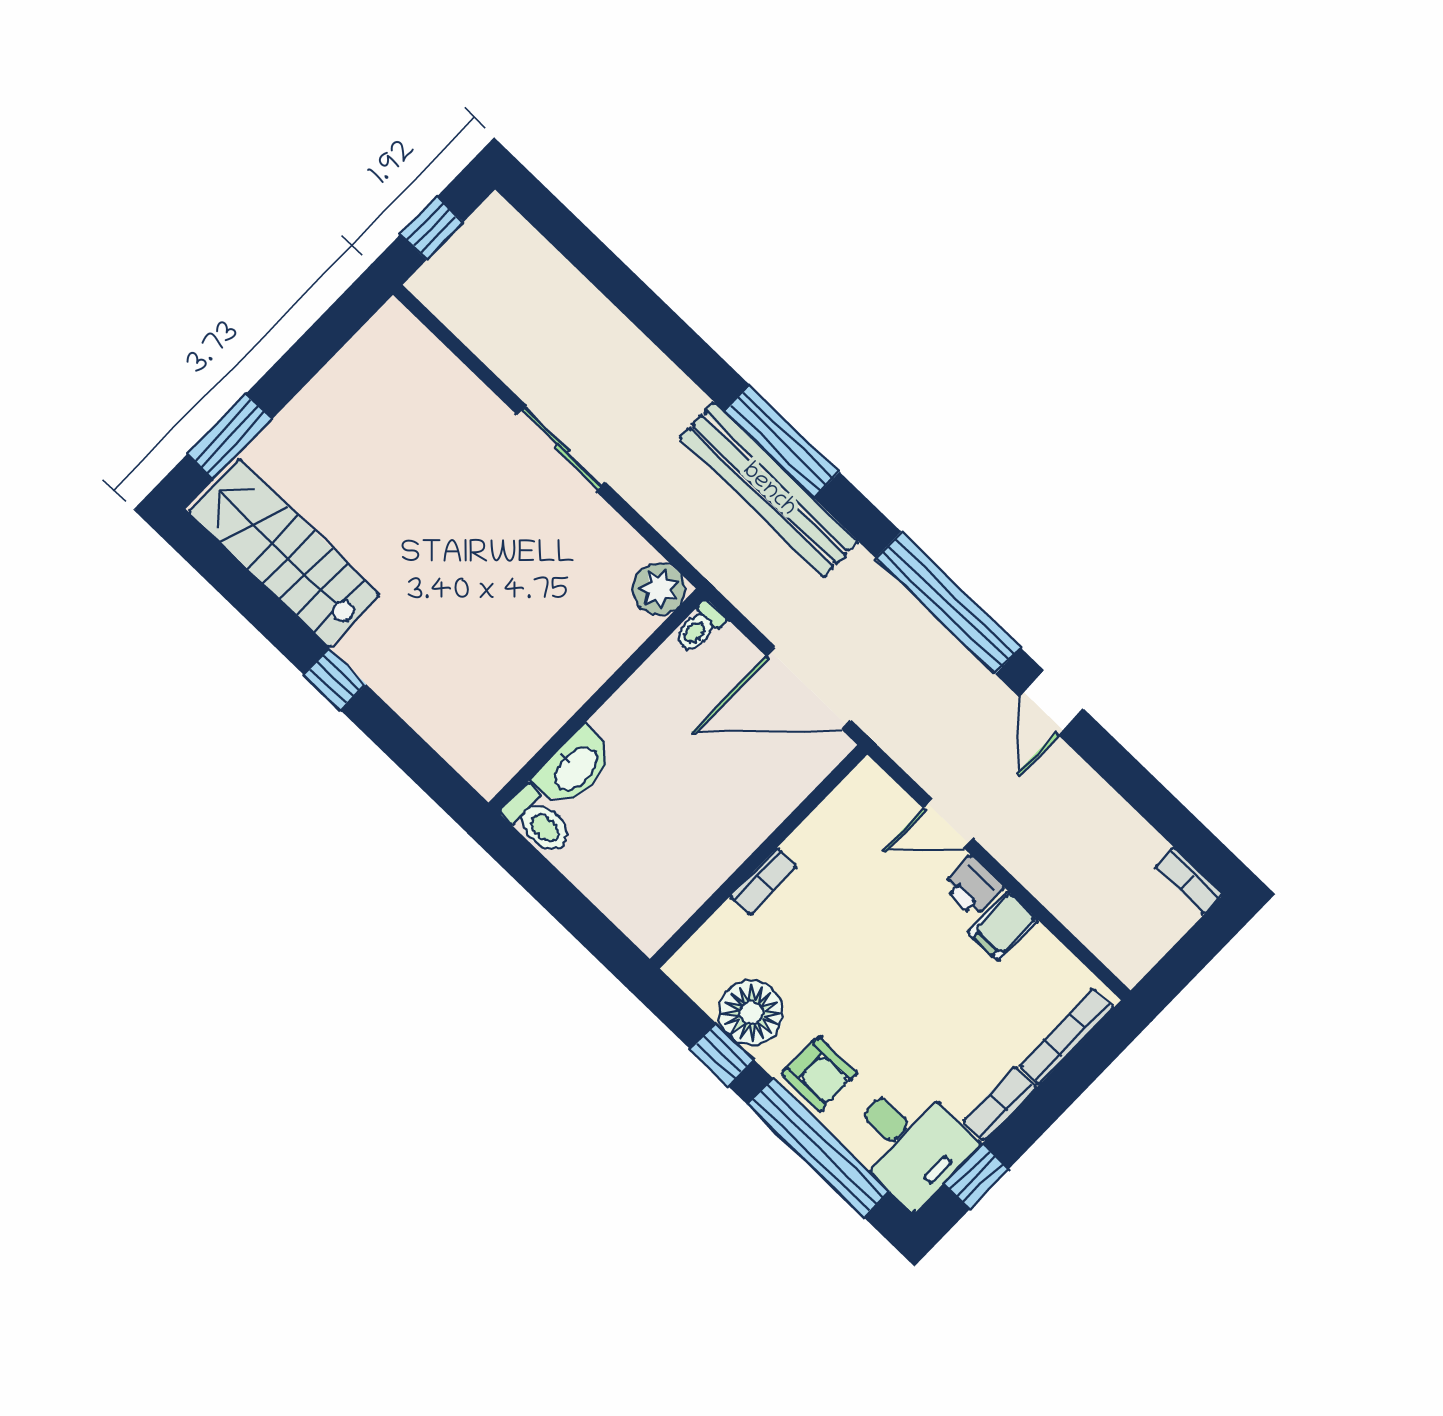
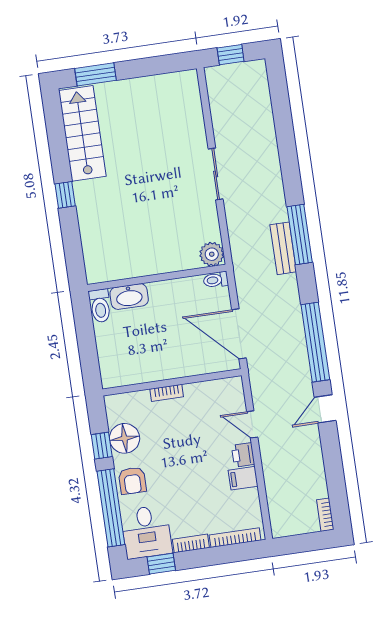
bench: (769, 490) -> (283, 248), width x0.54, depth x0.82

